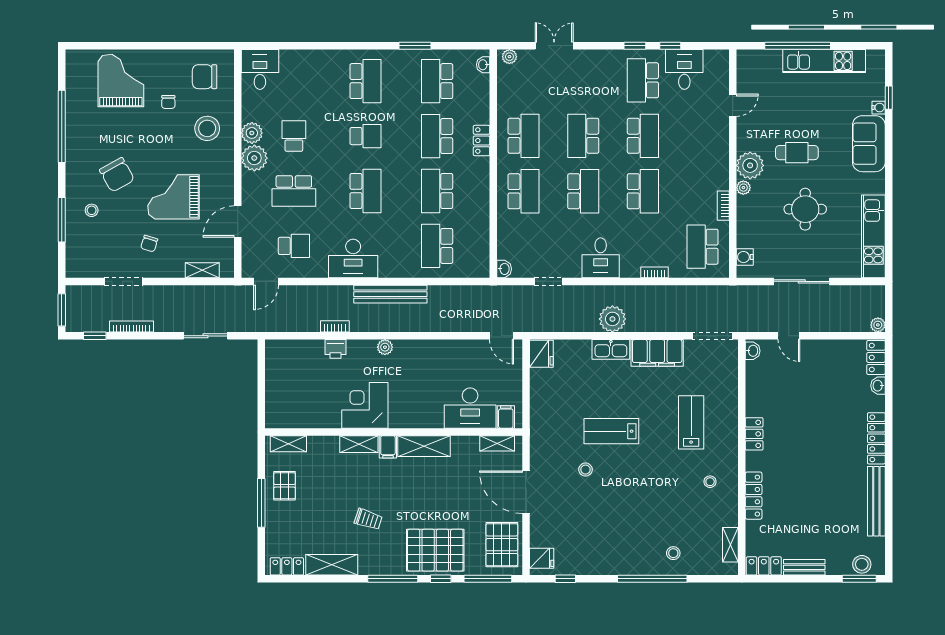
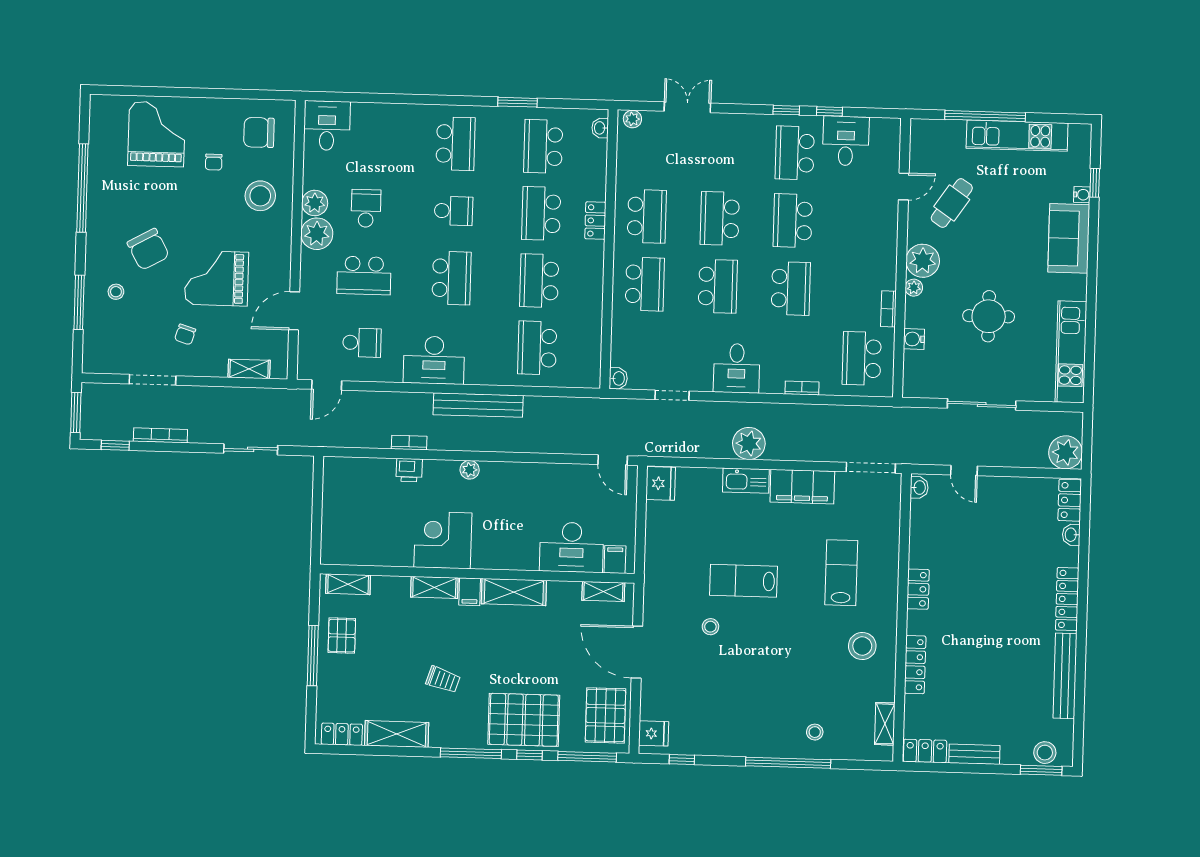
school desk: (643, 136) -> (793, 221), turned 180
cafe table: (797, 153) -> (952, 203), moved, turned -56
water cooler: (745, 257) -> (914, 339), moved
plant: (878, 325) -> (1066, 452), width x1.88, depth x1.88
stool: (710, 482) -> (862, 646), width x1.89, depth x1.89

